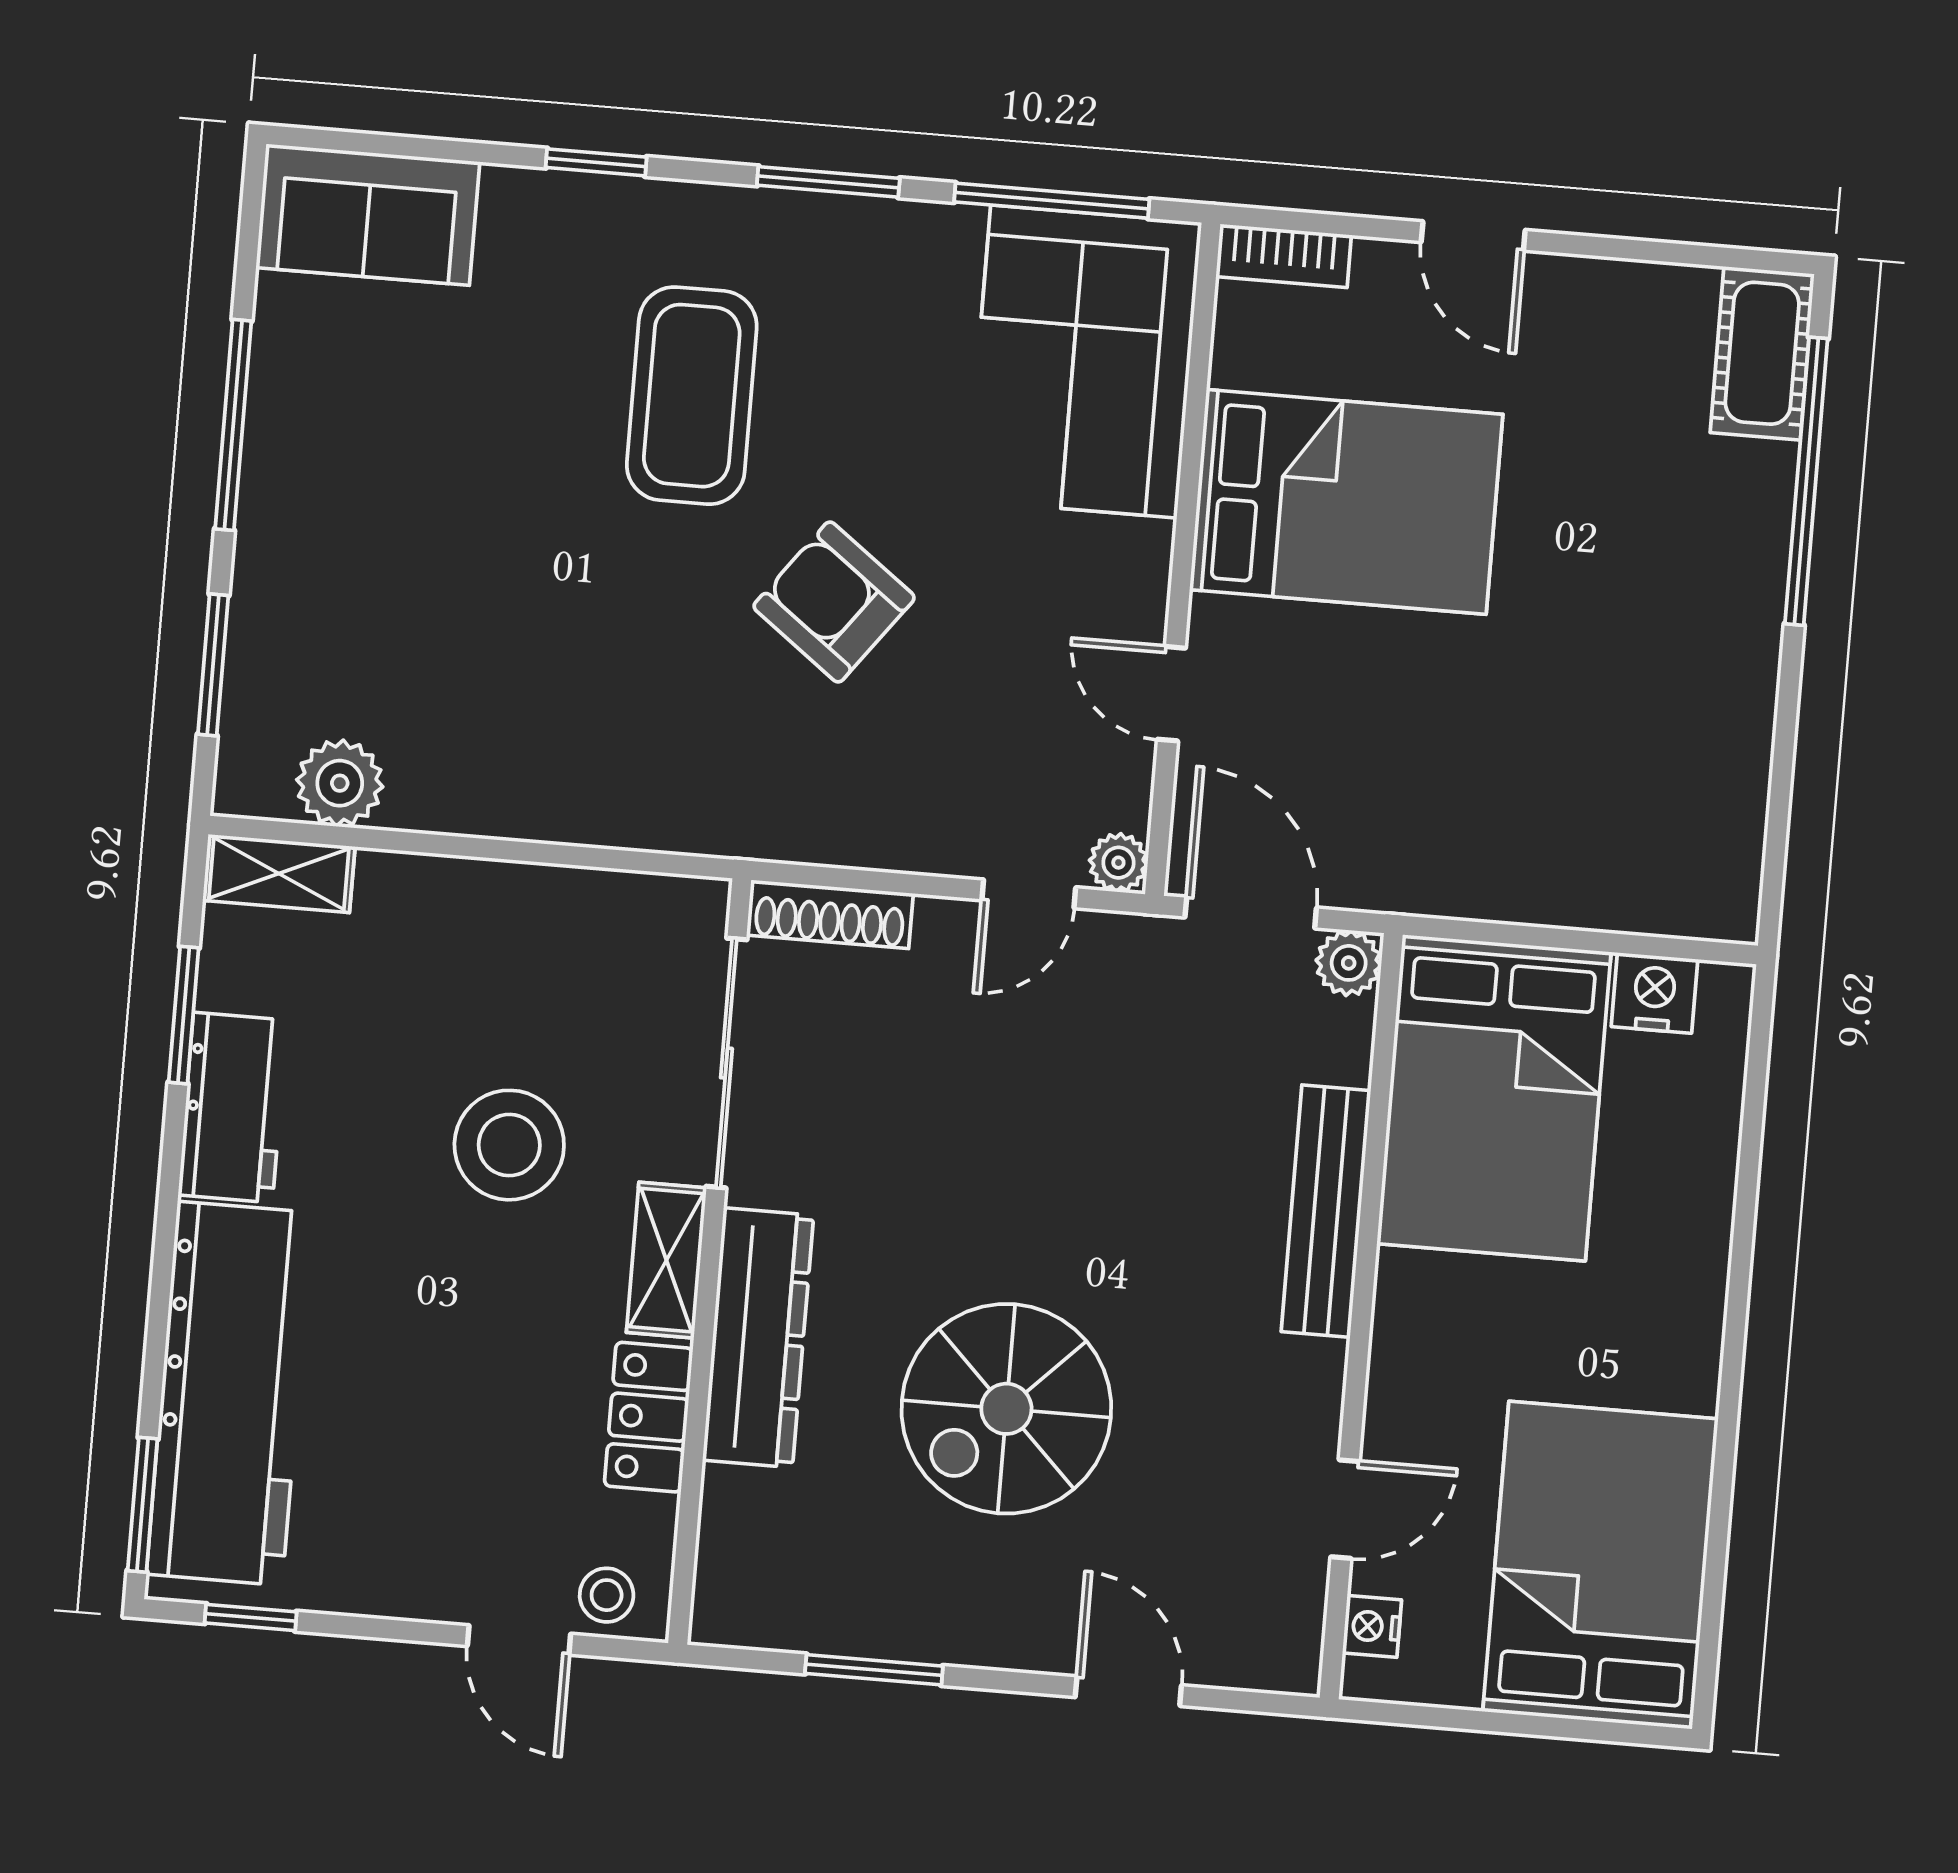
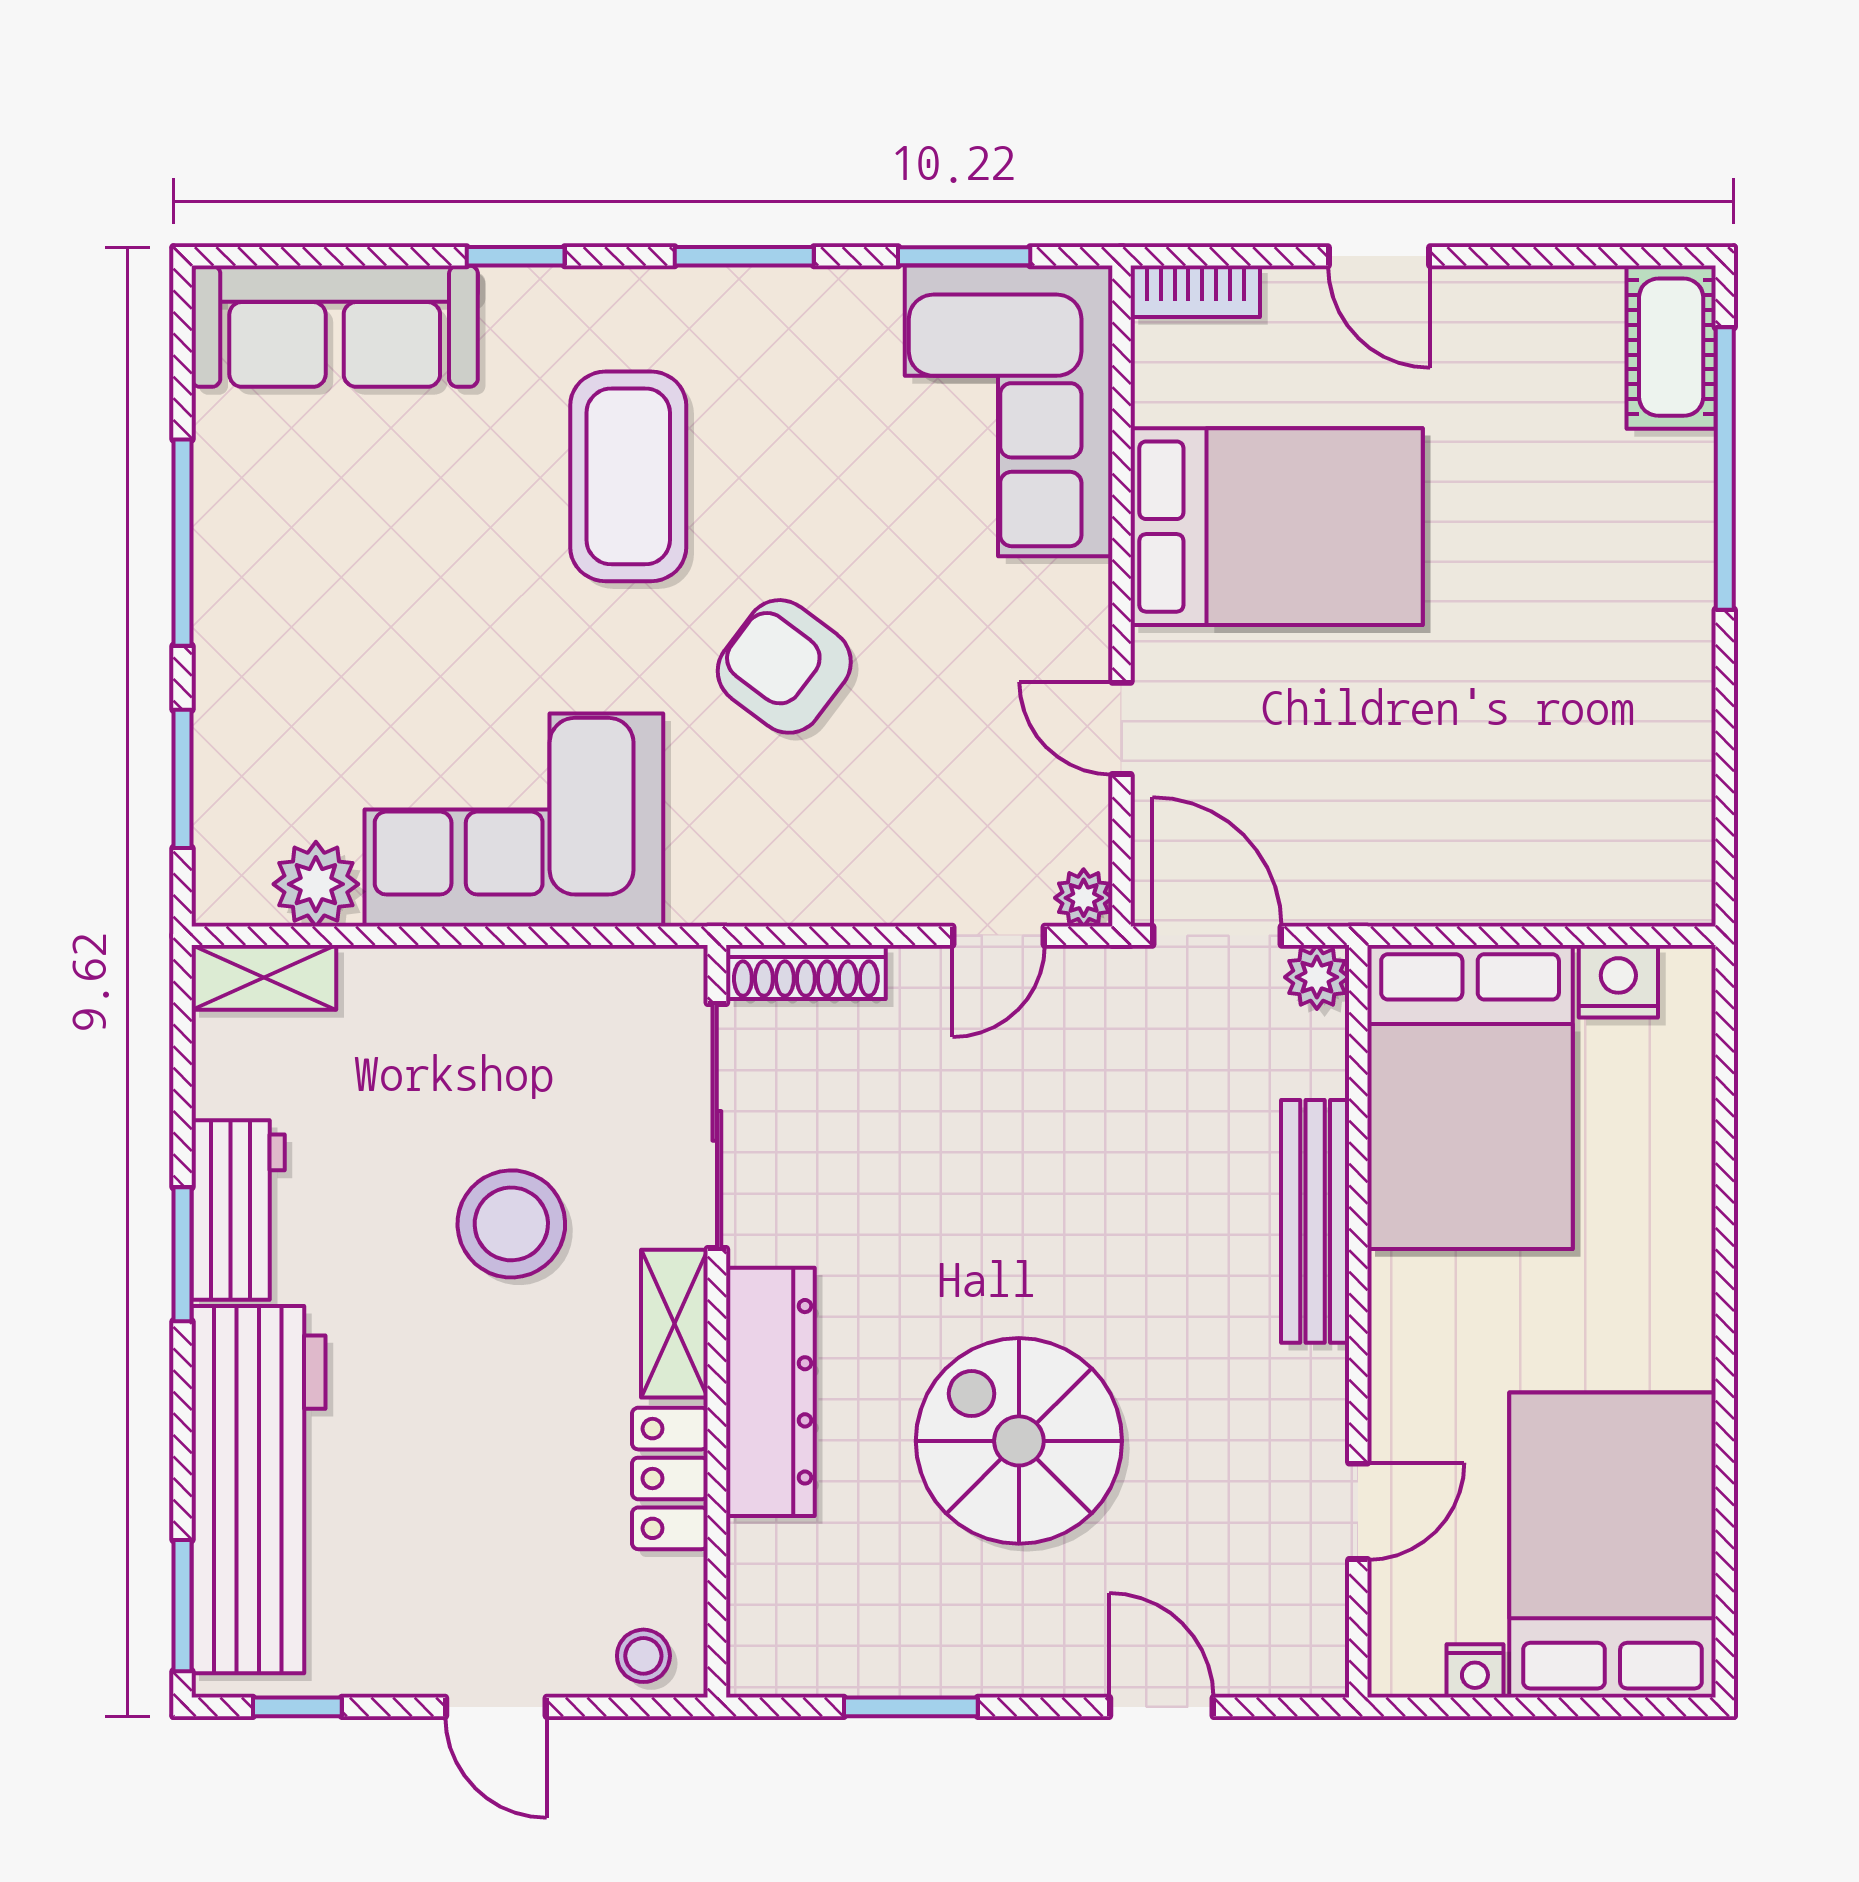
window: (1052, 201) -> (964, 256), width x0.69
sofa: (368, 215) -> (335, 326), width x1.36
corner sofa: (546, 735) -> (514, 820), added
window: (184, 1015) -> (182, 1254), moved
spiral stairs: (1006, 1409) -> (1019, 1441), turned 90
nightstand: (1372, 1626) -> (1475, 1671), moved, turned -90
door: (519, 1640) -> (496, 1707), moved

